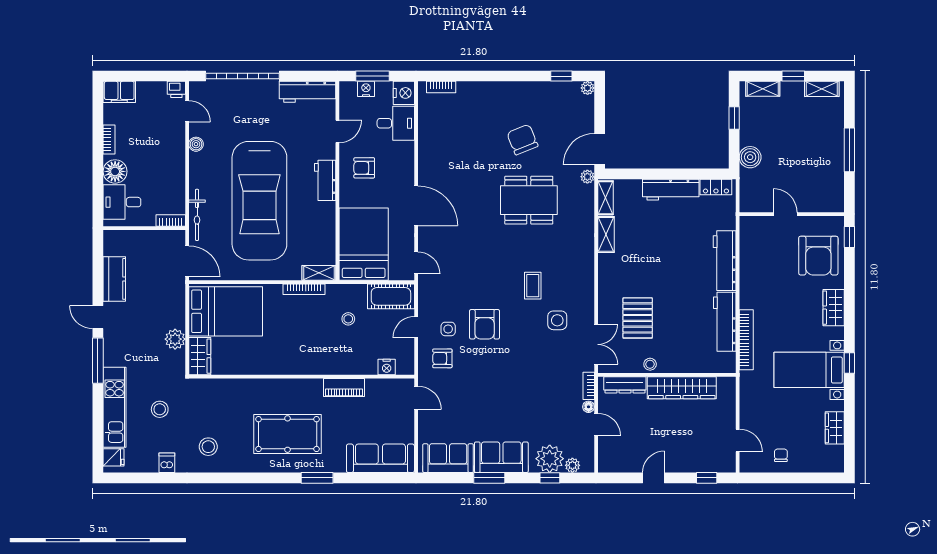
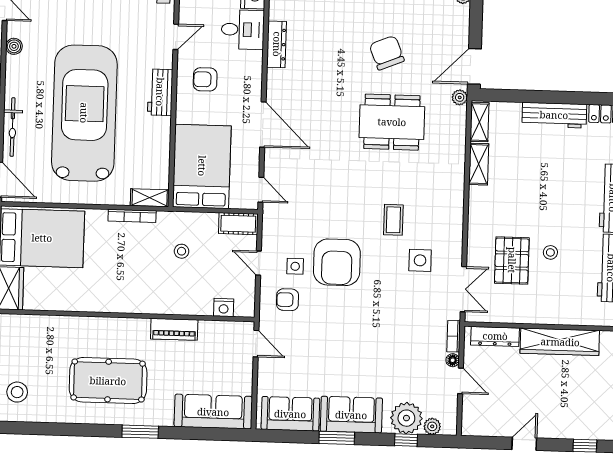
dresser: (426, 135) -> (277, 44), added
car: (259, 201) -> (84, 113), turned 180
cot: (391, 296) -> (238, 224), width x0.73, depth x0.75
armchair: (485, 324) -> (337, 262), width x1.36, depth x1.36
door: (416, 327) -> (259, 263), hinge flipped
stool: (650, 364) -> (550, 252), moved

